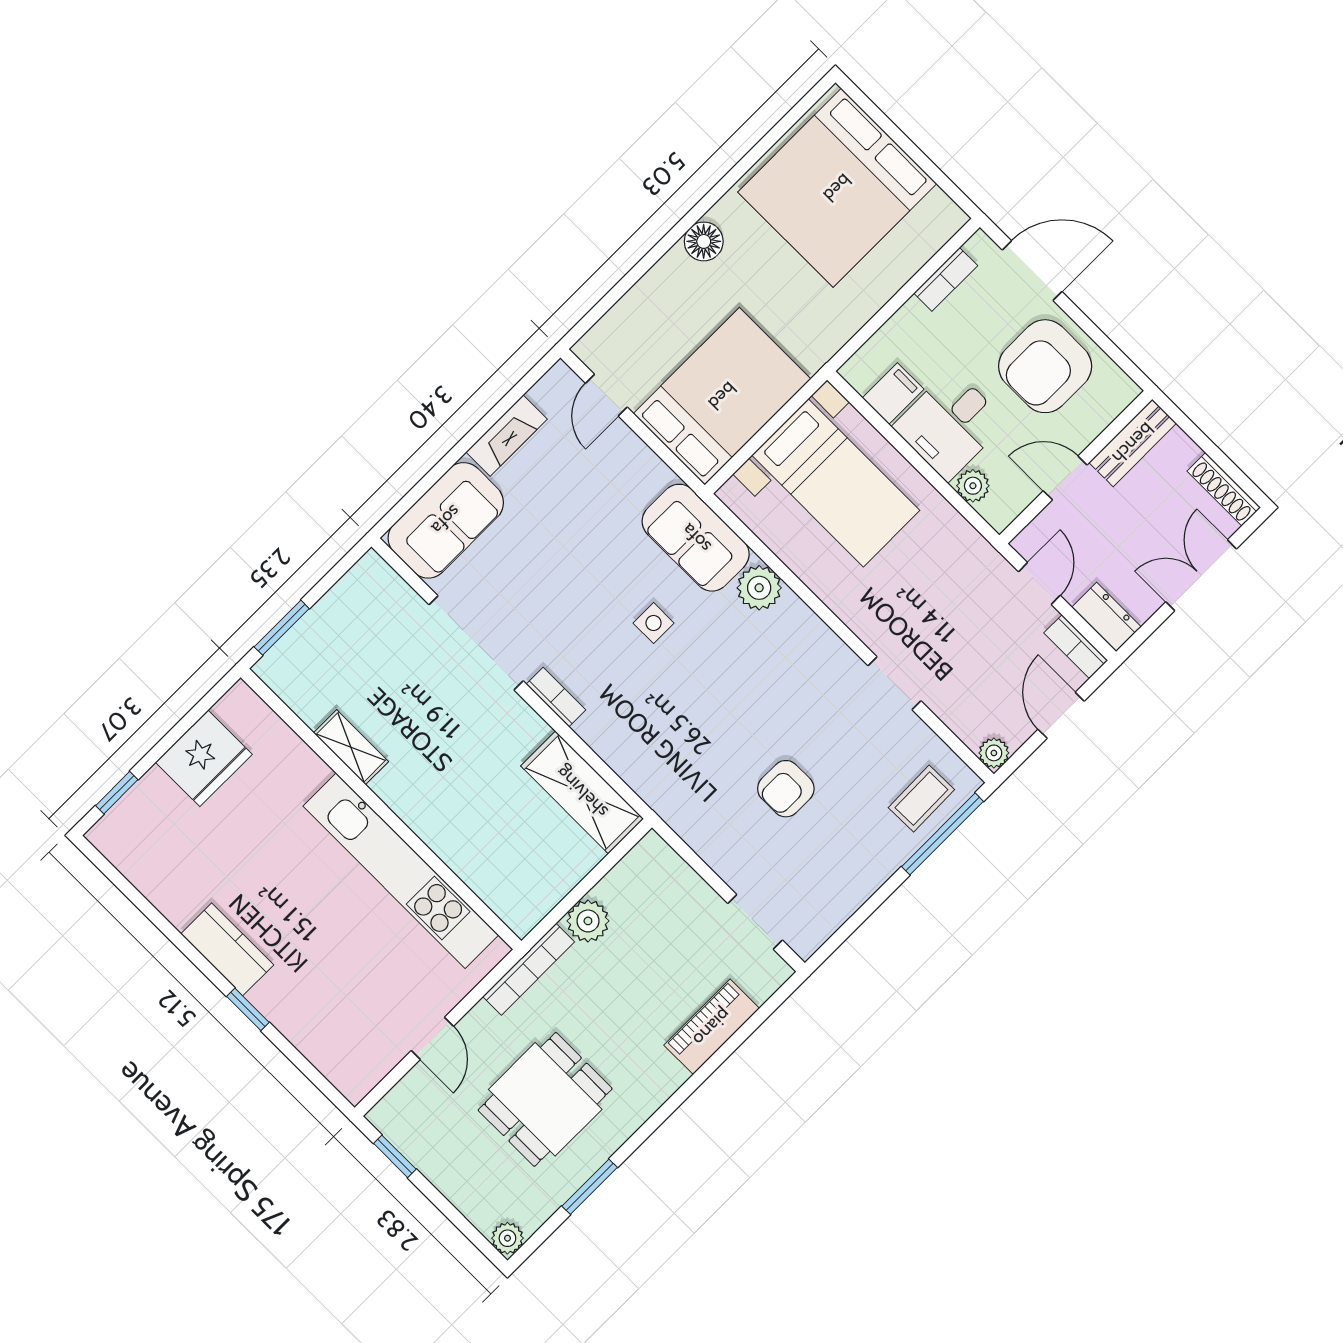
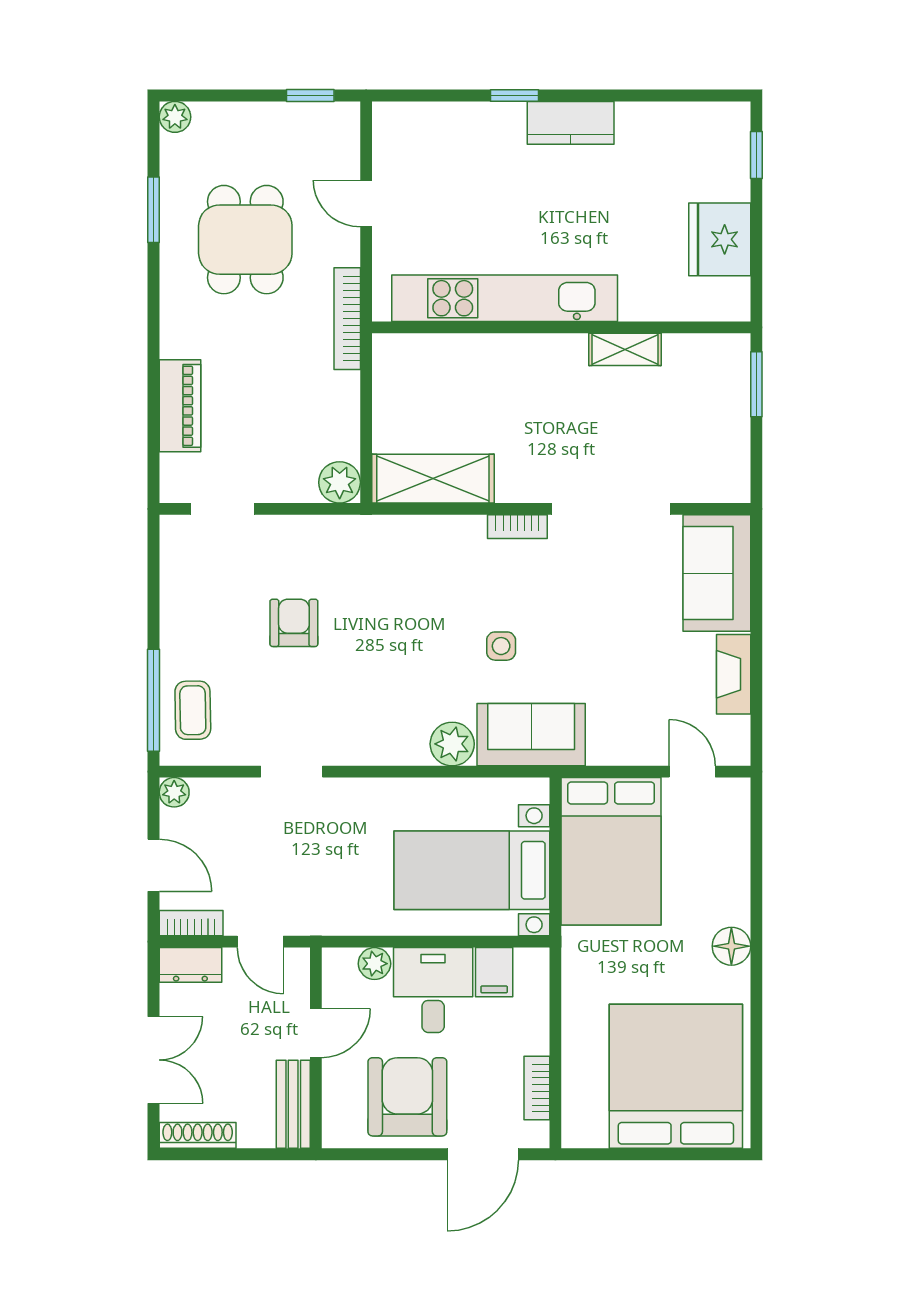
plant: (588, 921) -> (340, 482), moved

